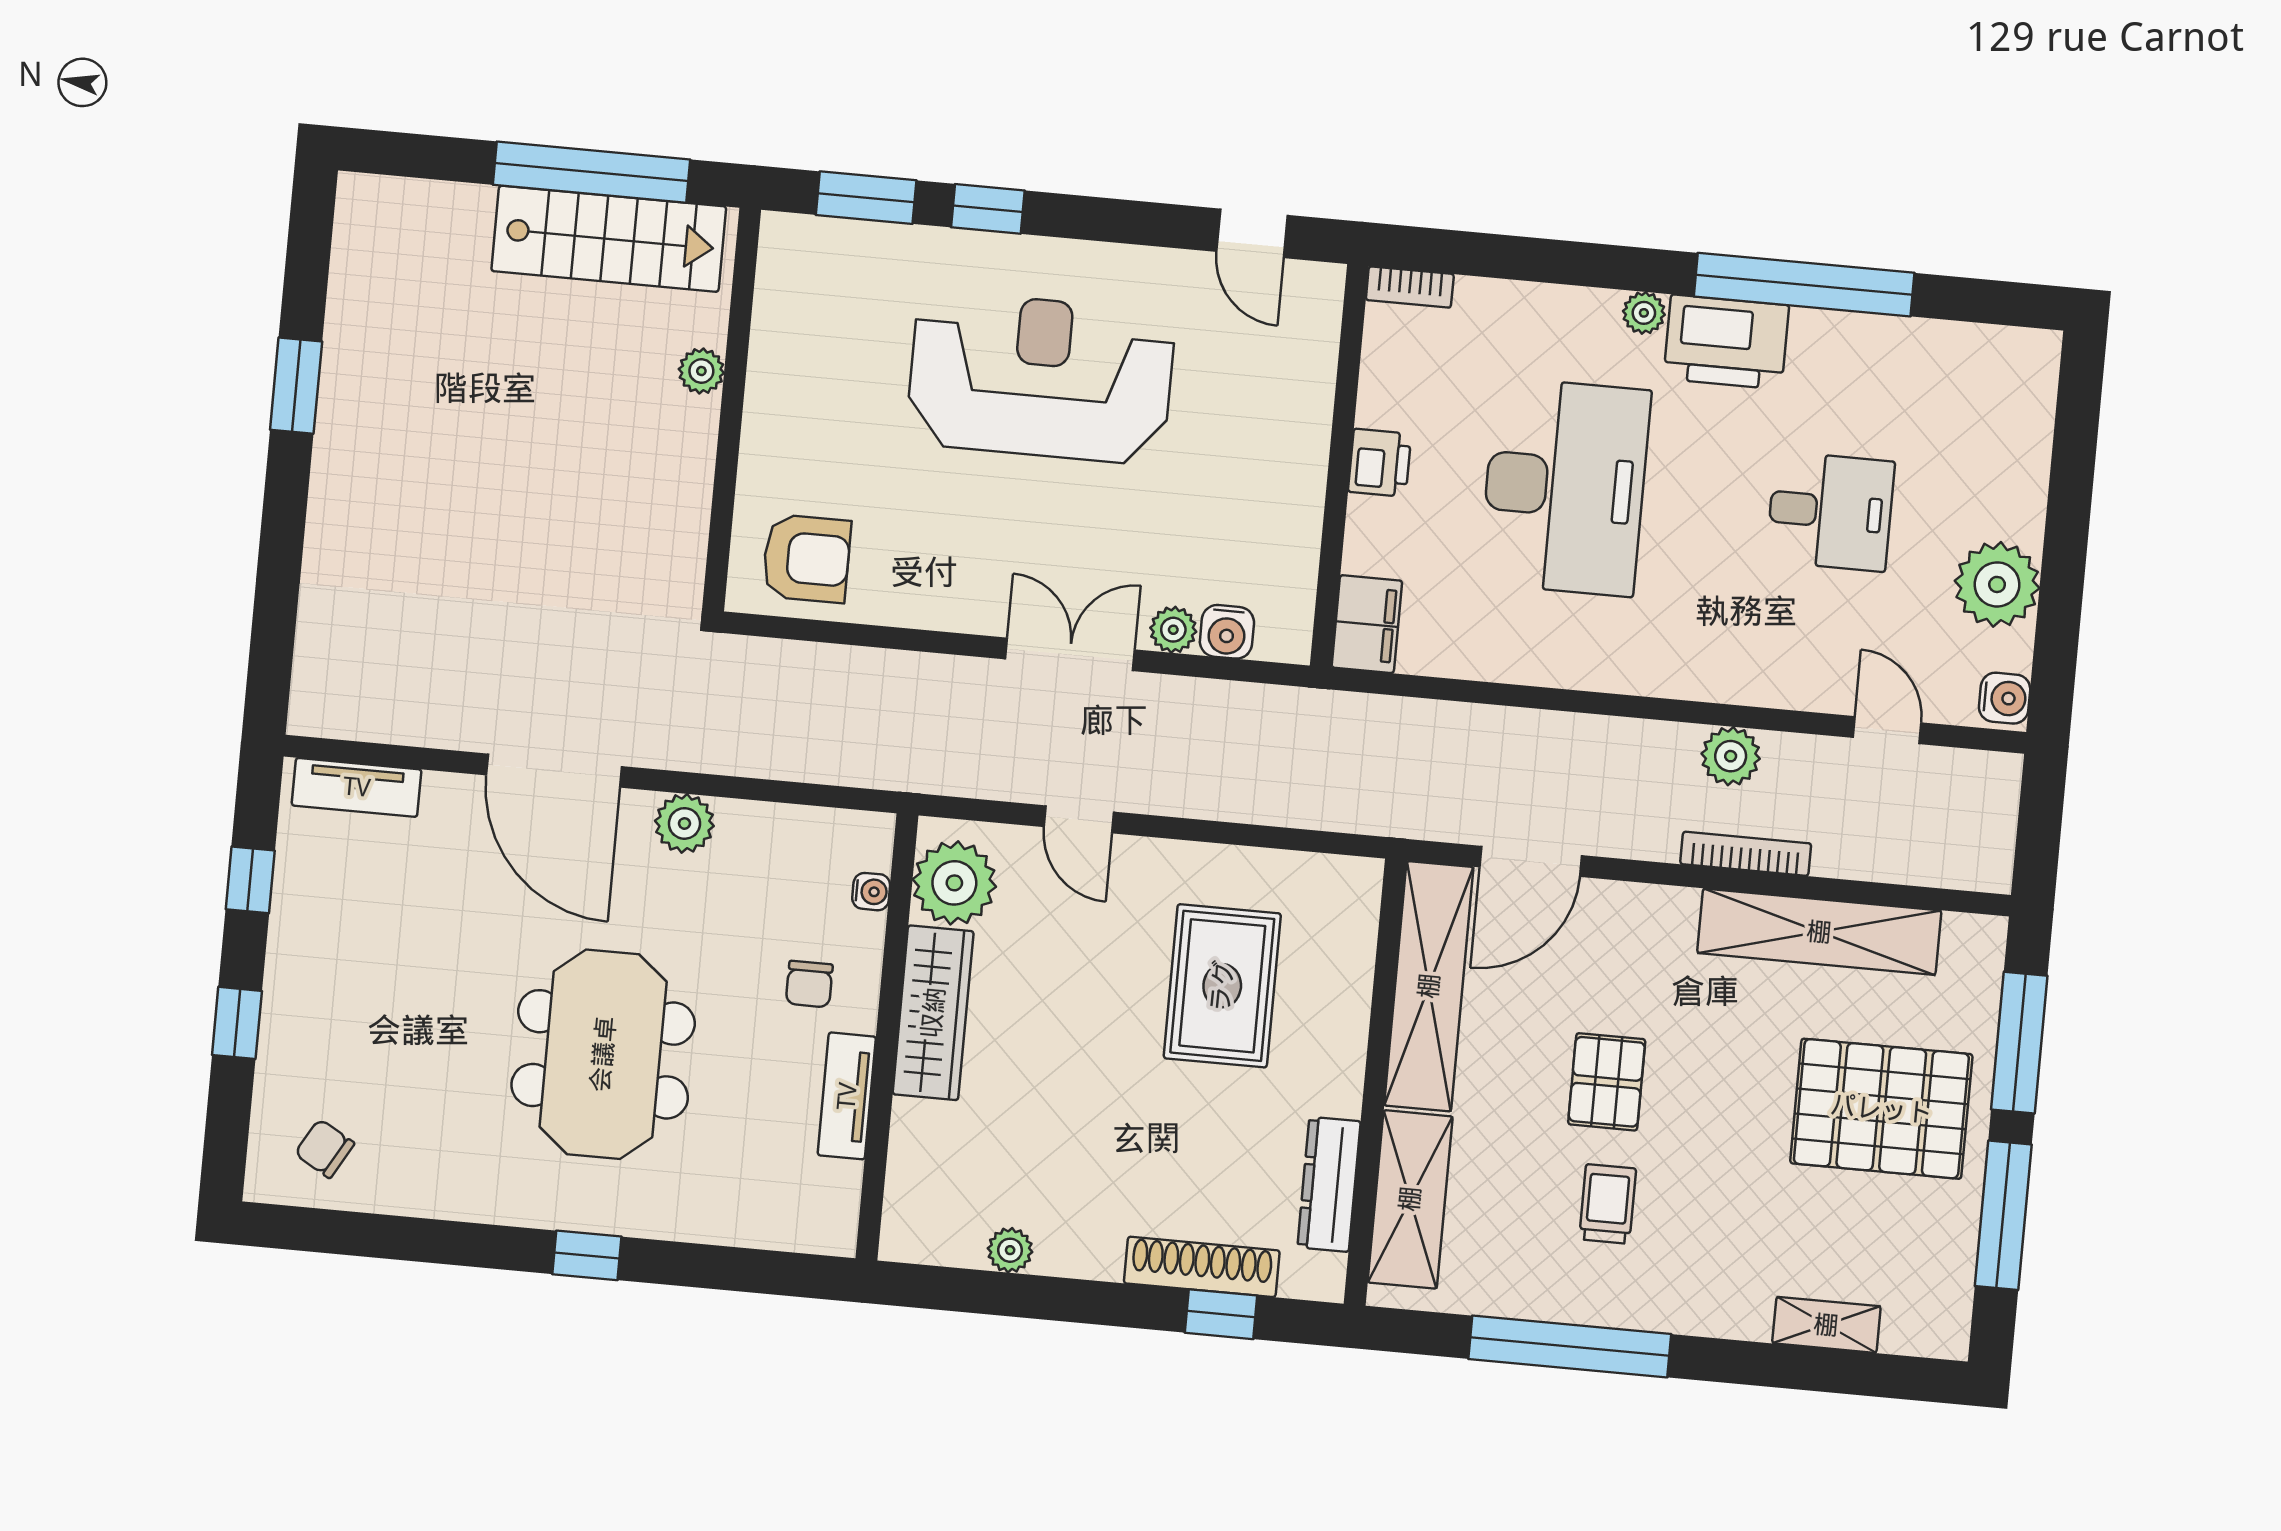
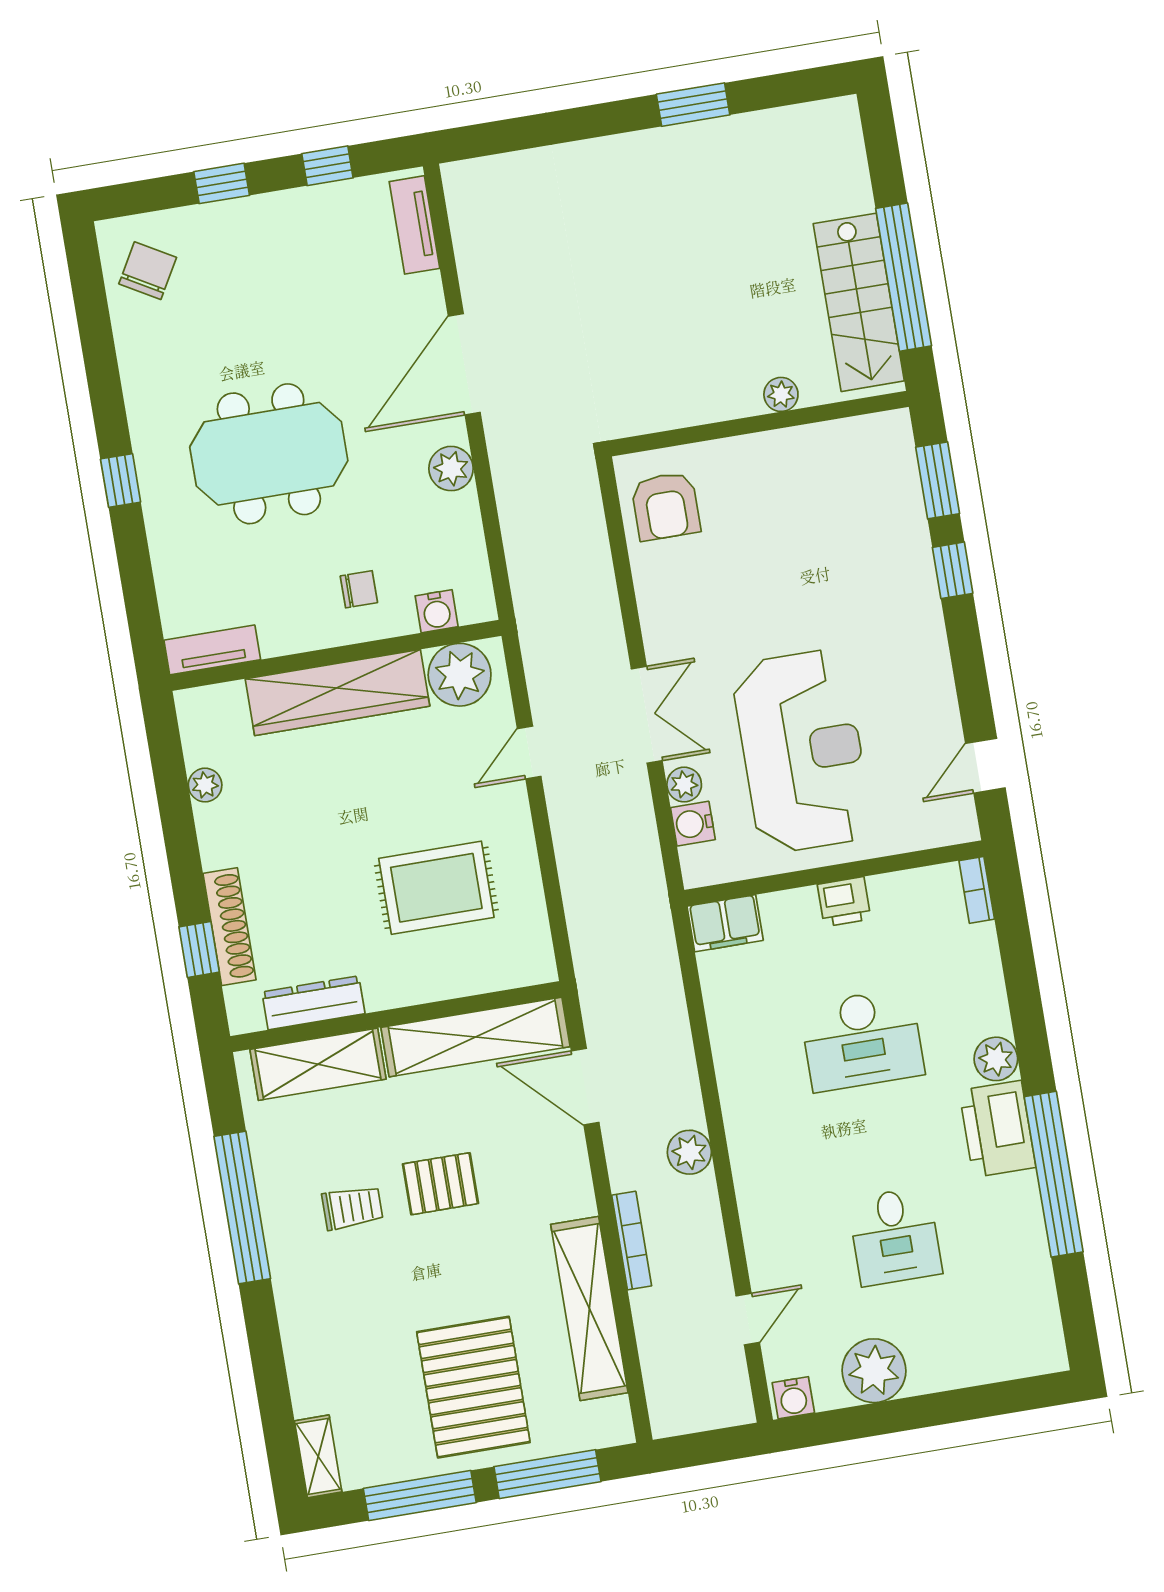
plant: (1644, 313) -> (996, 1059), width x1.38, depth x1.38
reception desk: (1041, 378) -> (802, 751), moved
desk: (1565, 487) -> (862, 1040), width x0.73, depth x0.77
plant: (1731, 756) -> (689, 1152), moved
water cooler: (871, 892) -> (437, 611), width x1.38, depth x1.38
chair: (809, 984) -> (359, 589), turned 180
wardrobe: (933, 1013) -> (337, 693), width x1.40, depth x1.17
tv unit: (847, 1096) -> (212, 650), moved
chair: (325, 1148) -> (148, 271), width x1.37, depth x1.37
shelving: (1826, 1325) -> (318, 1456), moved

